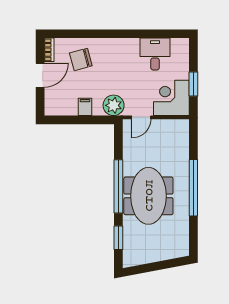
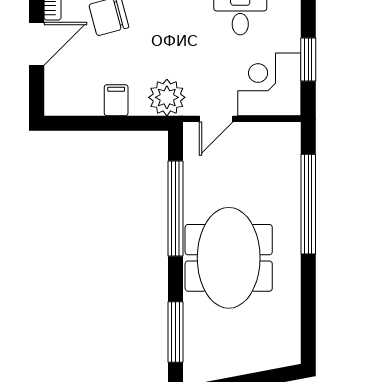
window: (118, 186) -> (175, 208), moved
window: (193, 188) -> (308, 204), moved
window: (118, 238) -> (175, 332), width x1.44

